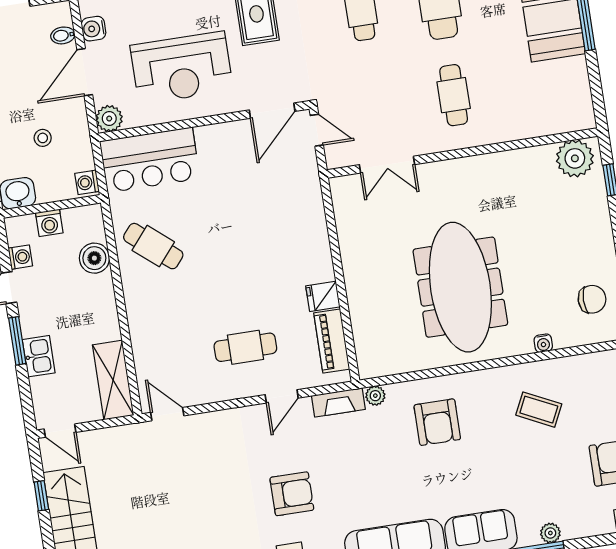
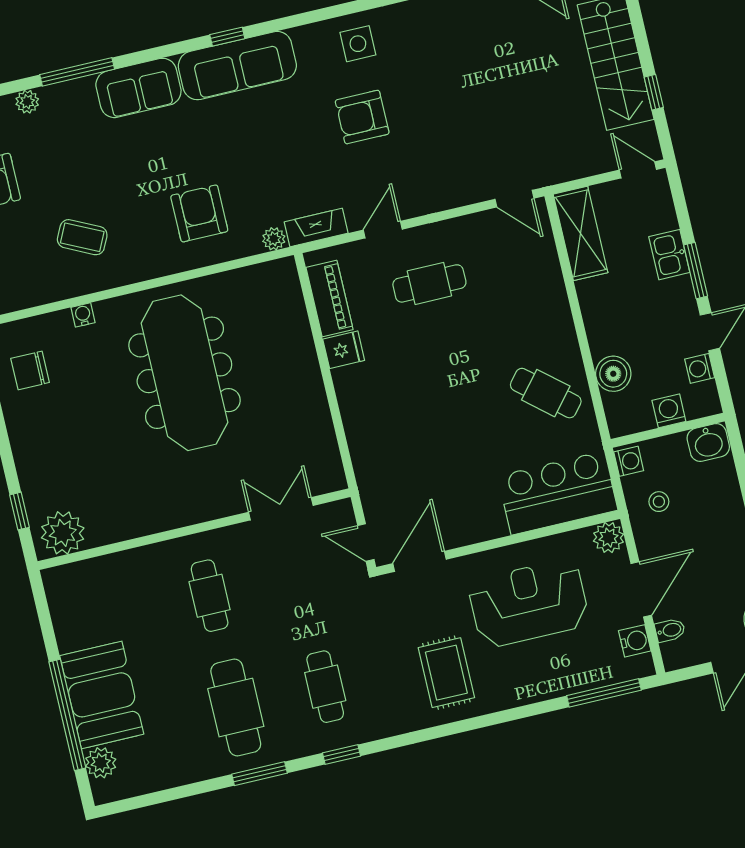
stool: (43, 138) -> (659, 502), moved
plant: (550, 533) -> (27, 102), moved

